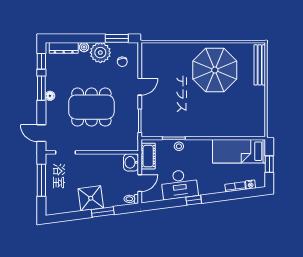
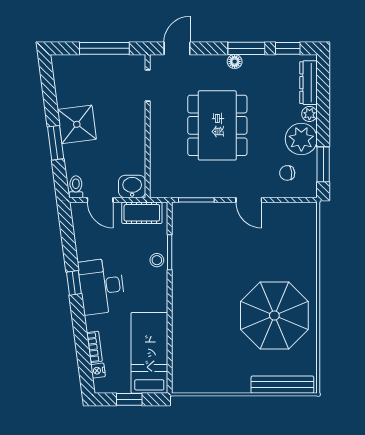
desk: (179, 184) -> (102, 286), moved

